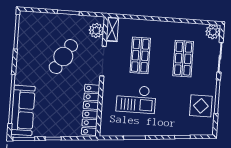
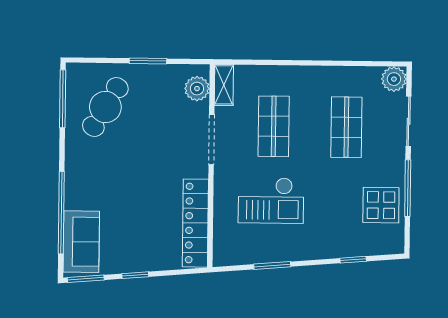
cafe table: (63, 57) -> (105, 107), moved
sofa: (23, 110) -> (81, 242), width x0.73

